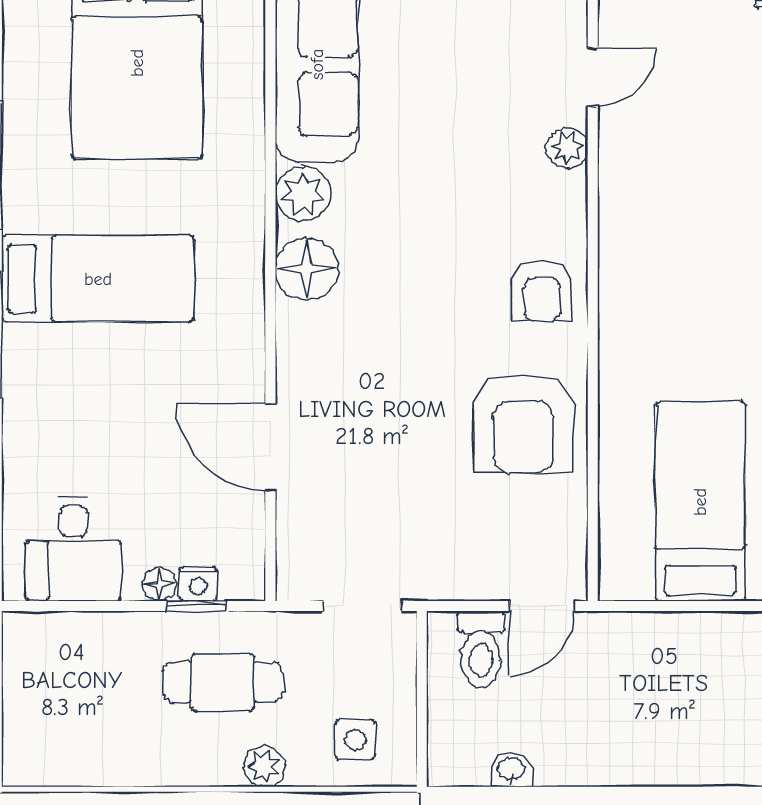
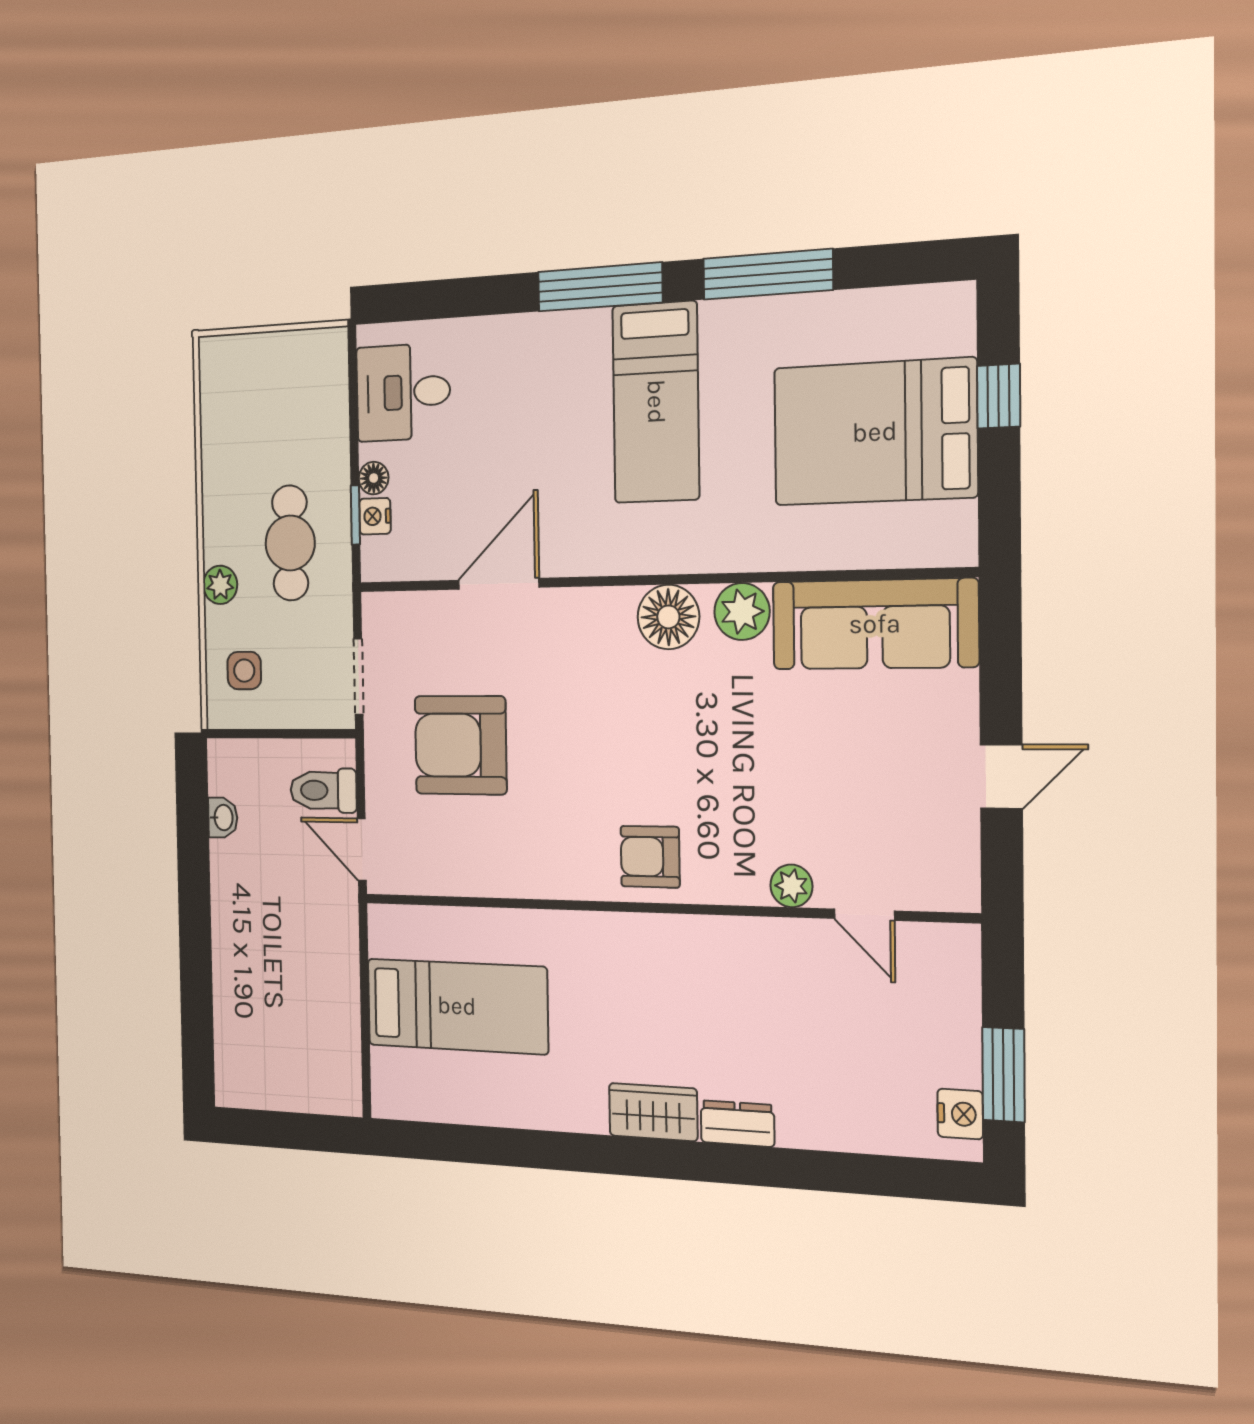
armchair: (523, 423) -> (461, 745), moved

